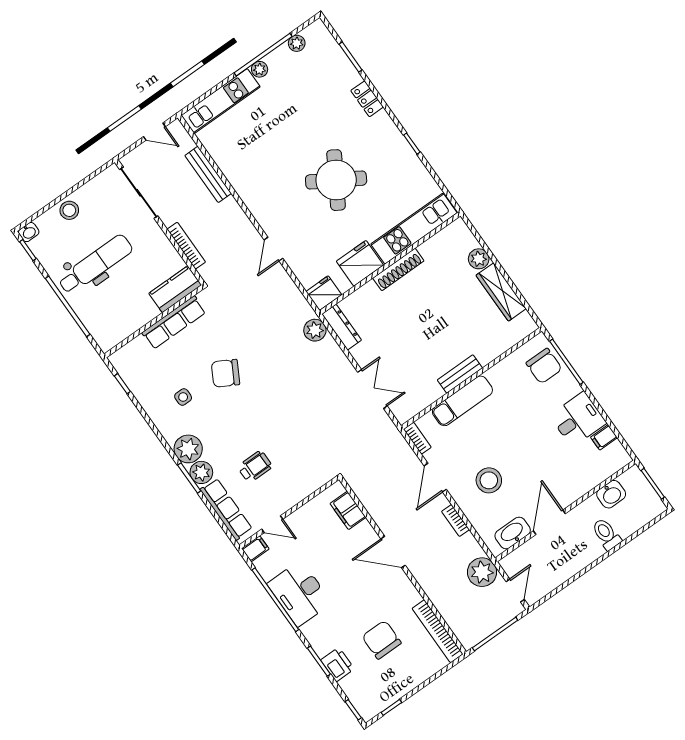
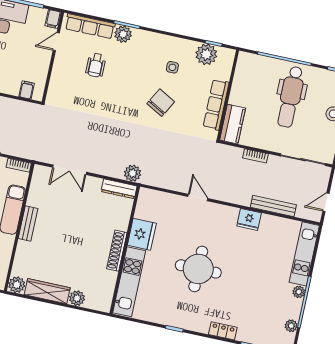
round table: (336, 180) -> (198, 269), turned -31
bookcase: (186, 246) -> (255, 156), width x0.64
fridge: (324, 293) -> (249, 219), moved, turned 90
plant: (525, 325) -> (17, 285), added
plant: (188, 449) -> (206, 54), moved
filing cabinet: (348, 510) -> (27, 90), width x0.50

